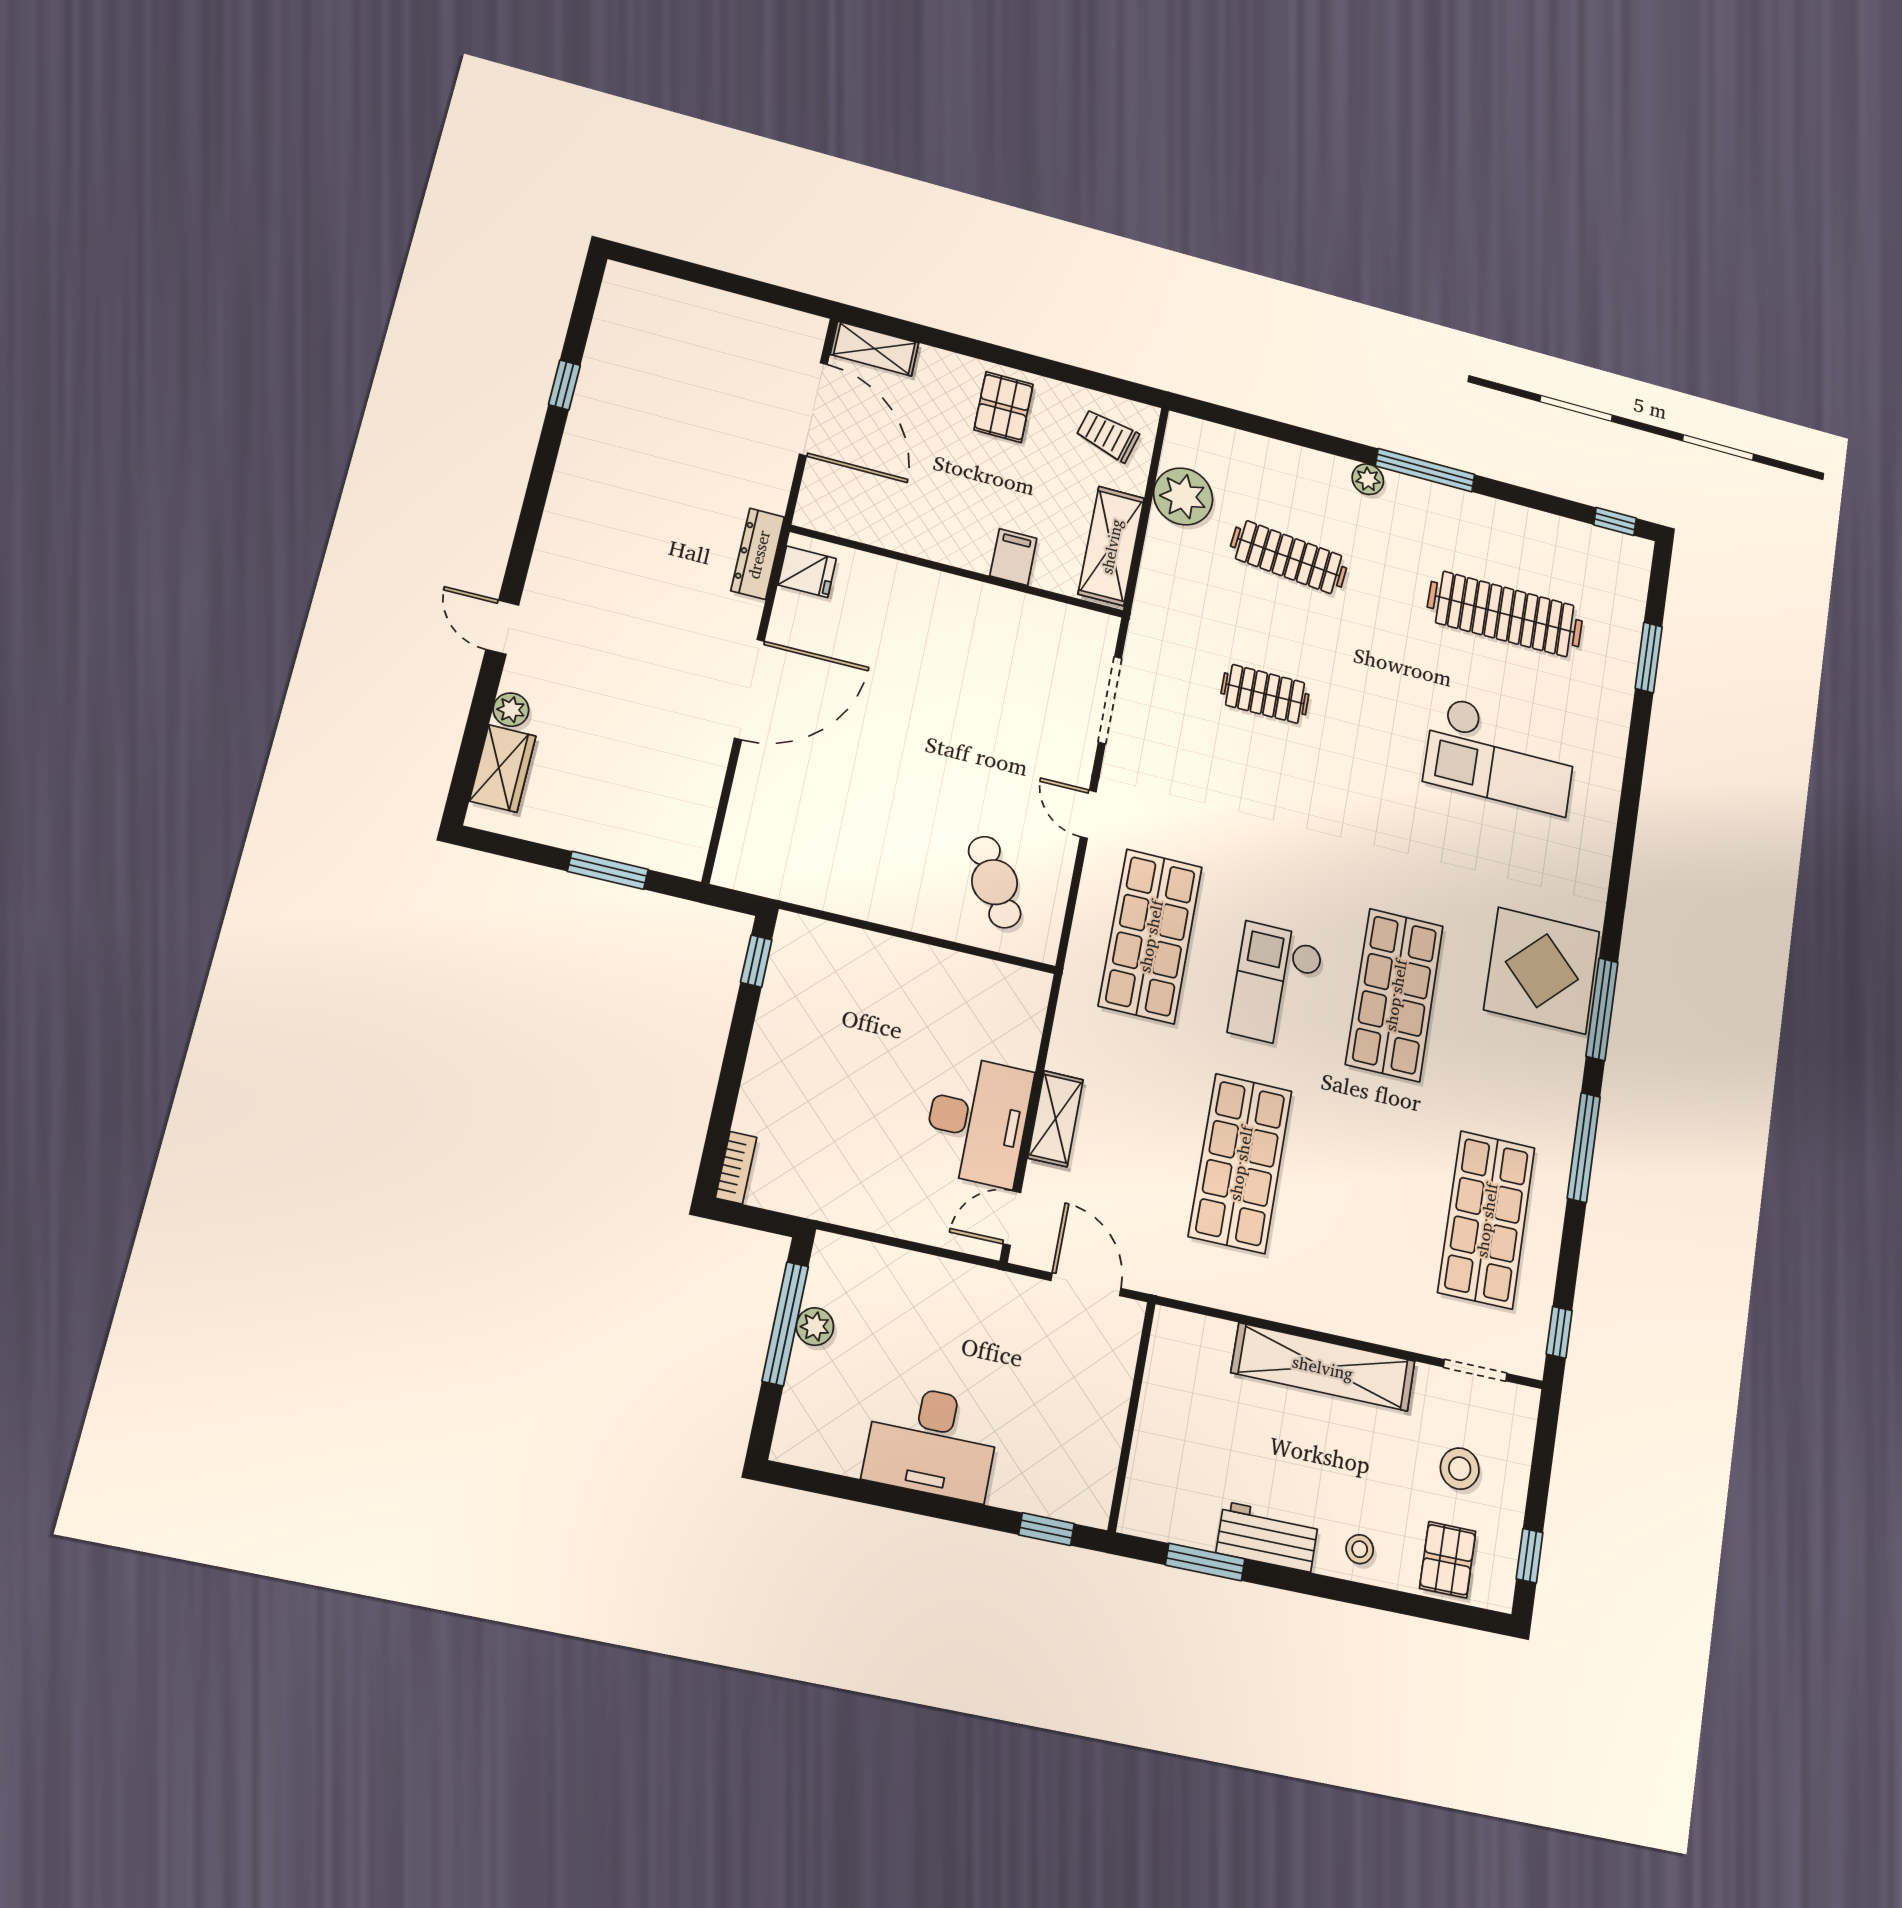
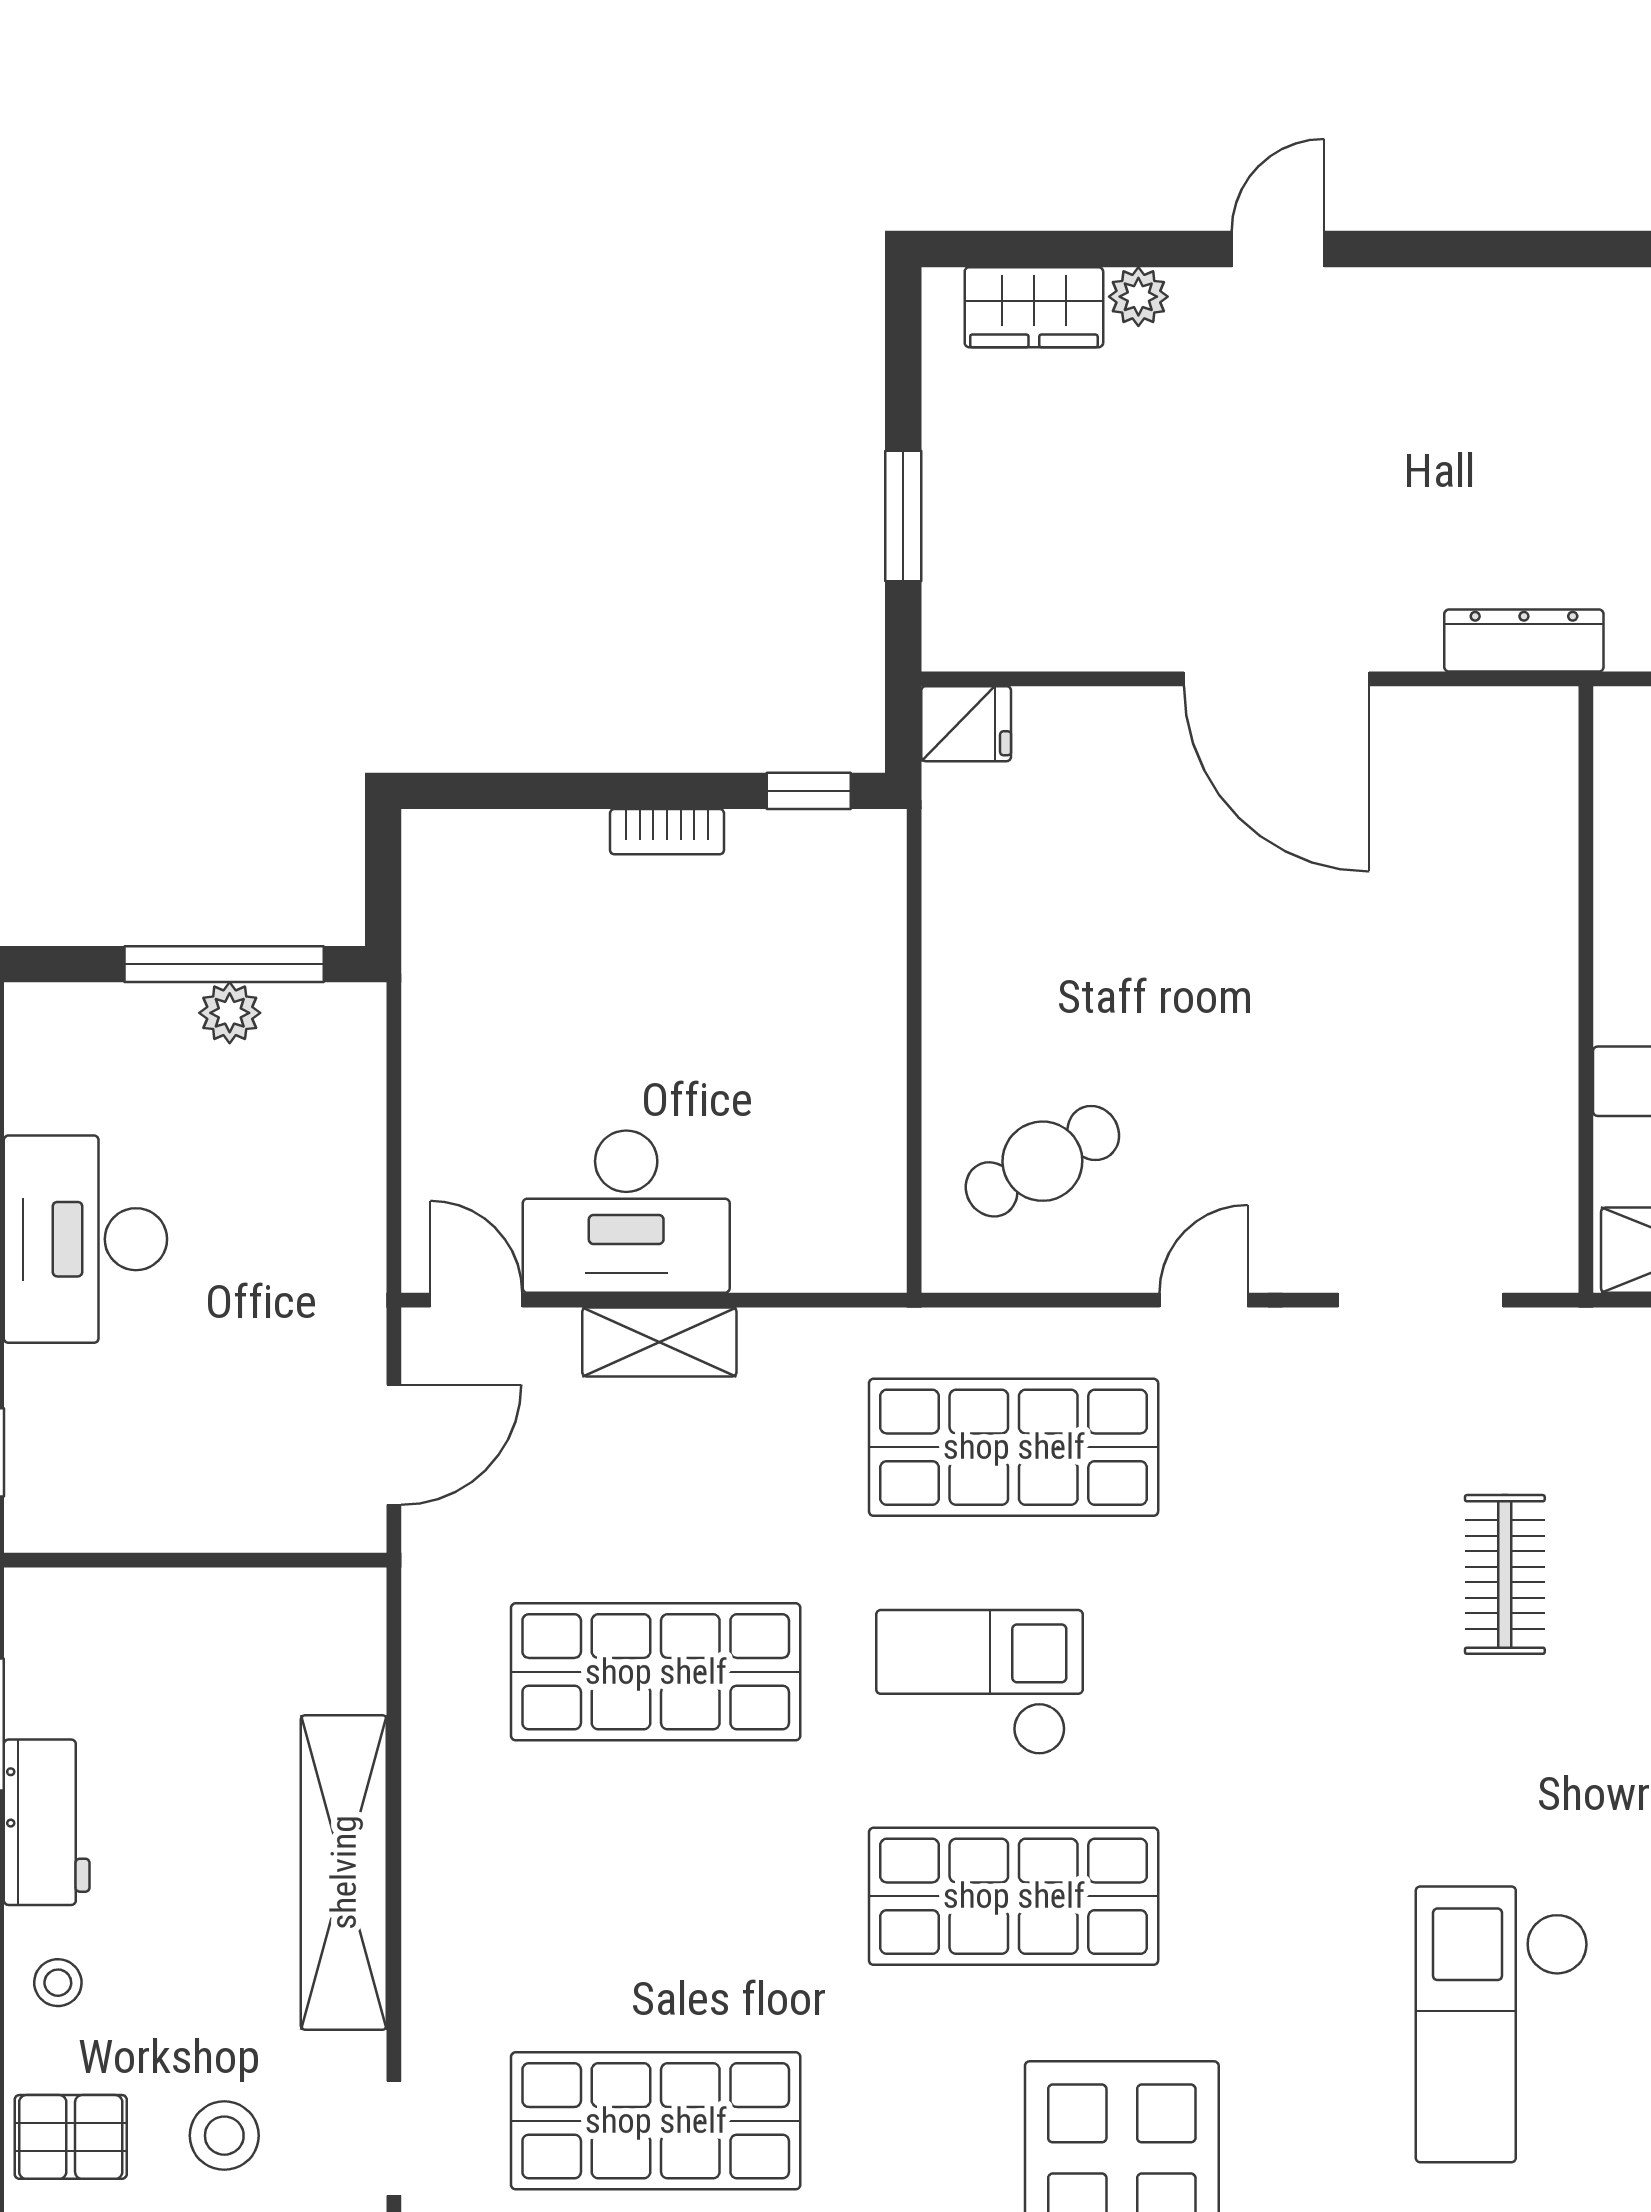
fridge: (807, 572) -> (966, 724), moved, turned -90
bookcase: (736, 1168) -> (667, 832), moved

